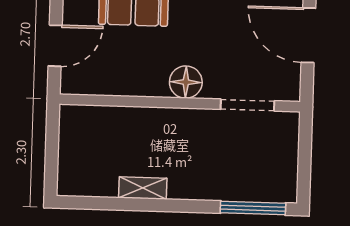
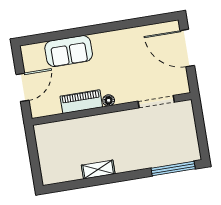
floor lamp: (186, 82) -> (109, 100), width x0.53, depth x0.53
piano: (137, 83) -> (81, 102), added

